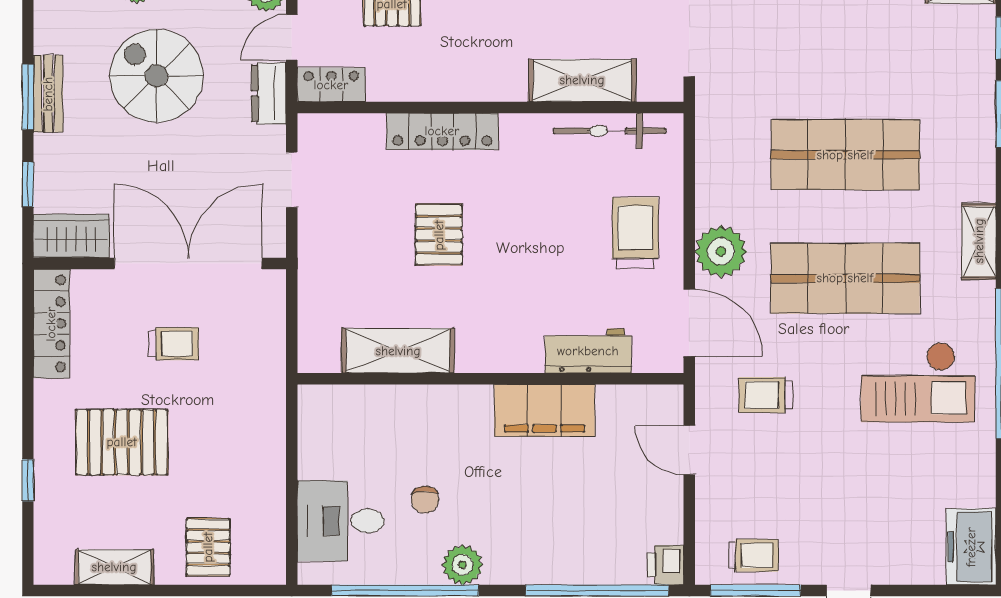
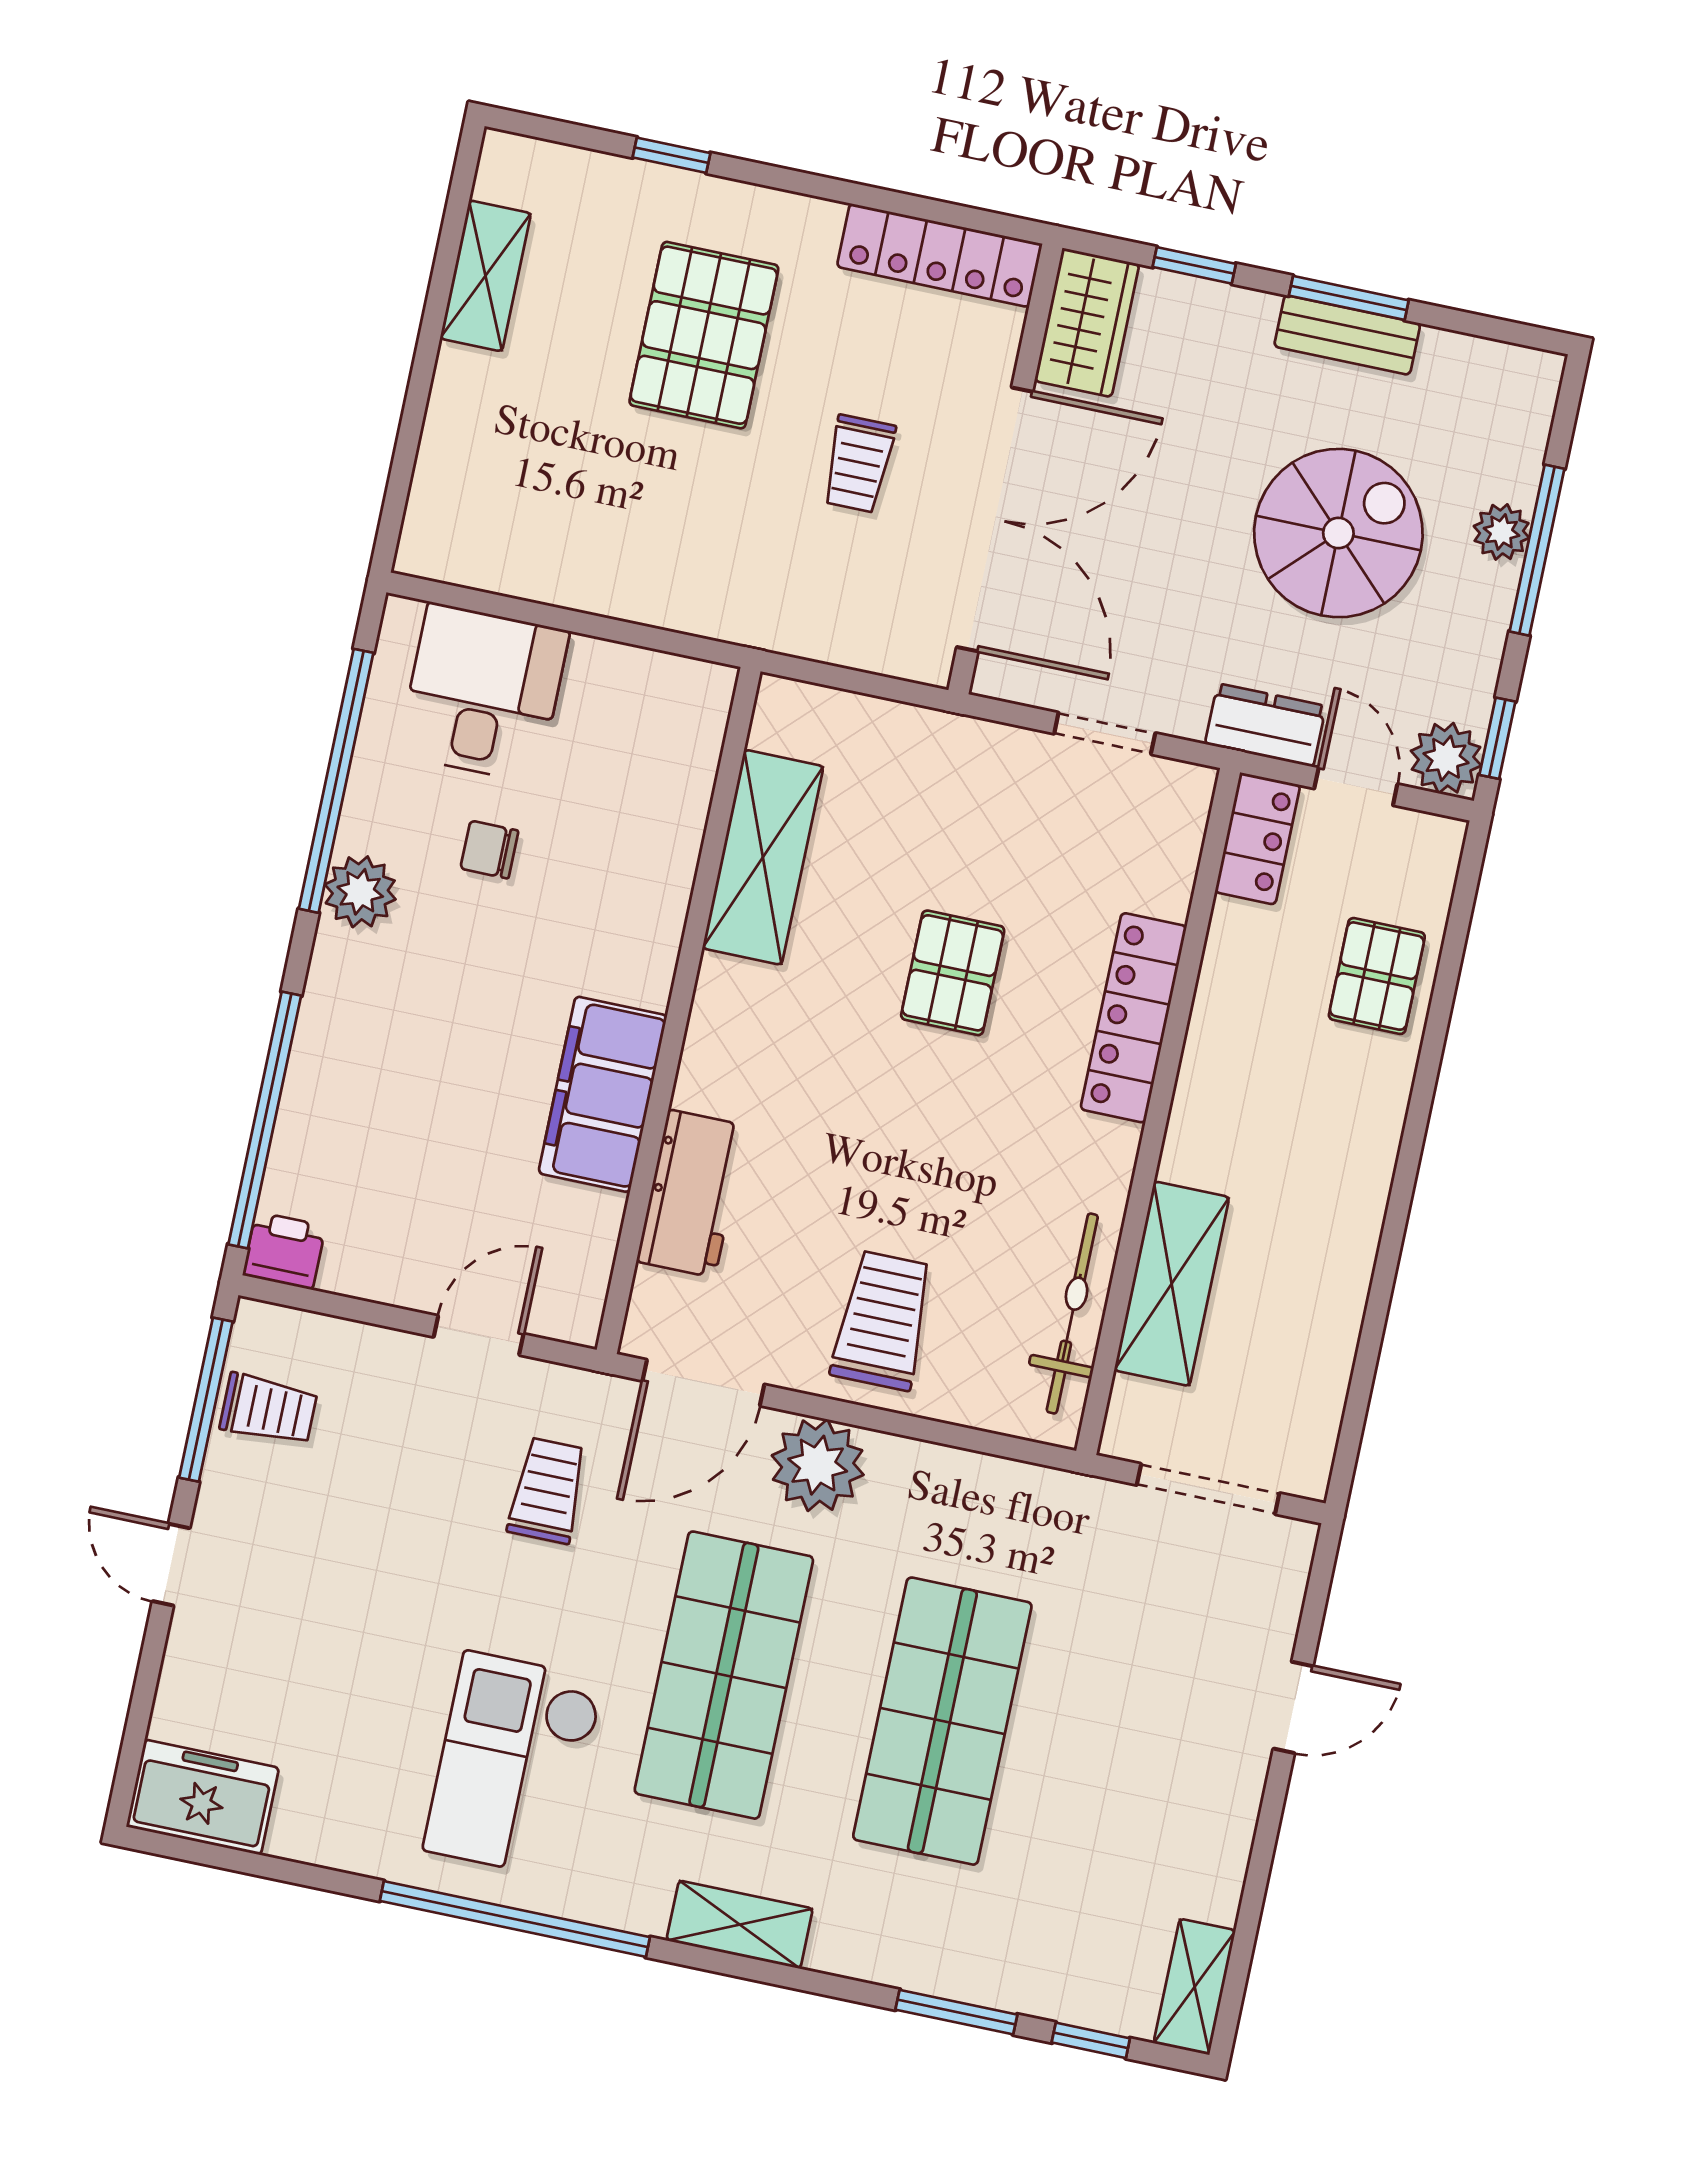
trolley: (635, 233) -> (883, 1321), turned -90
pallet: (439, 235) -> (953, 973), turned 90
pallet: (208, 547) -> (486, 449), removed
trolley: (753, 555) -> (269, 1409), turned -90

